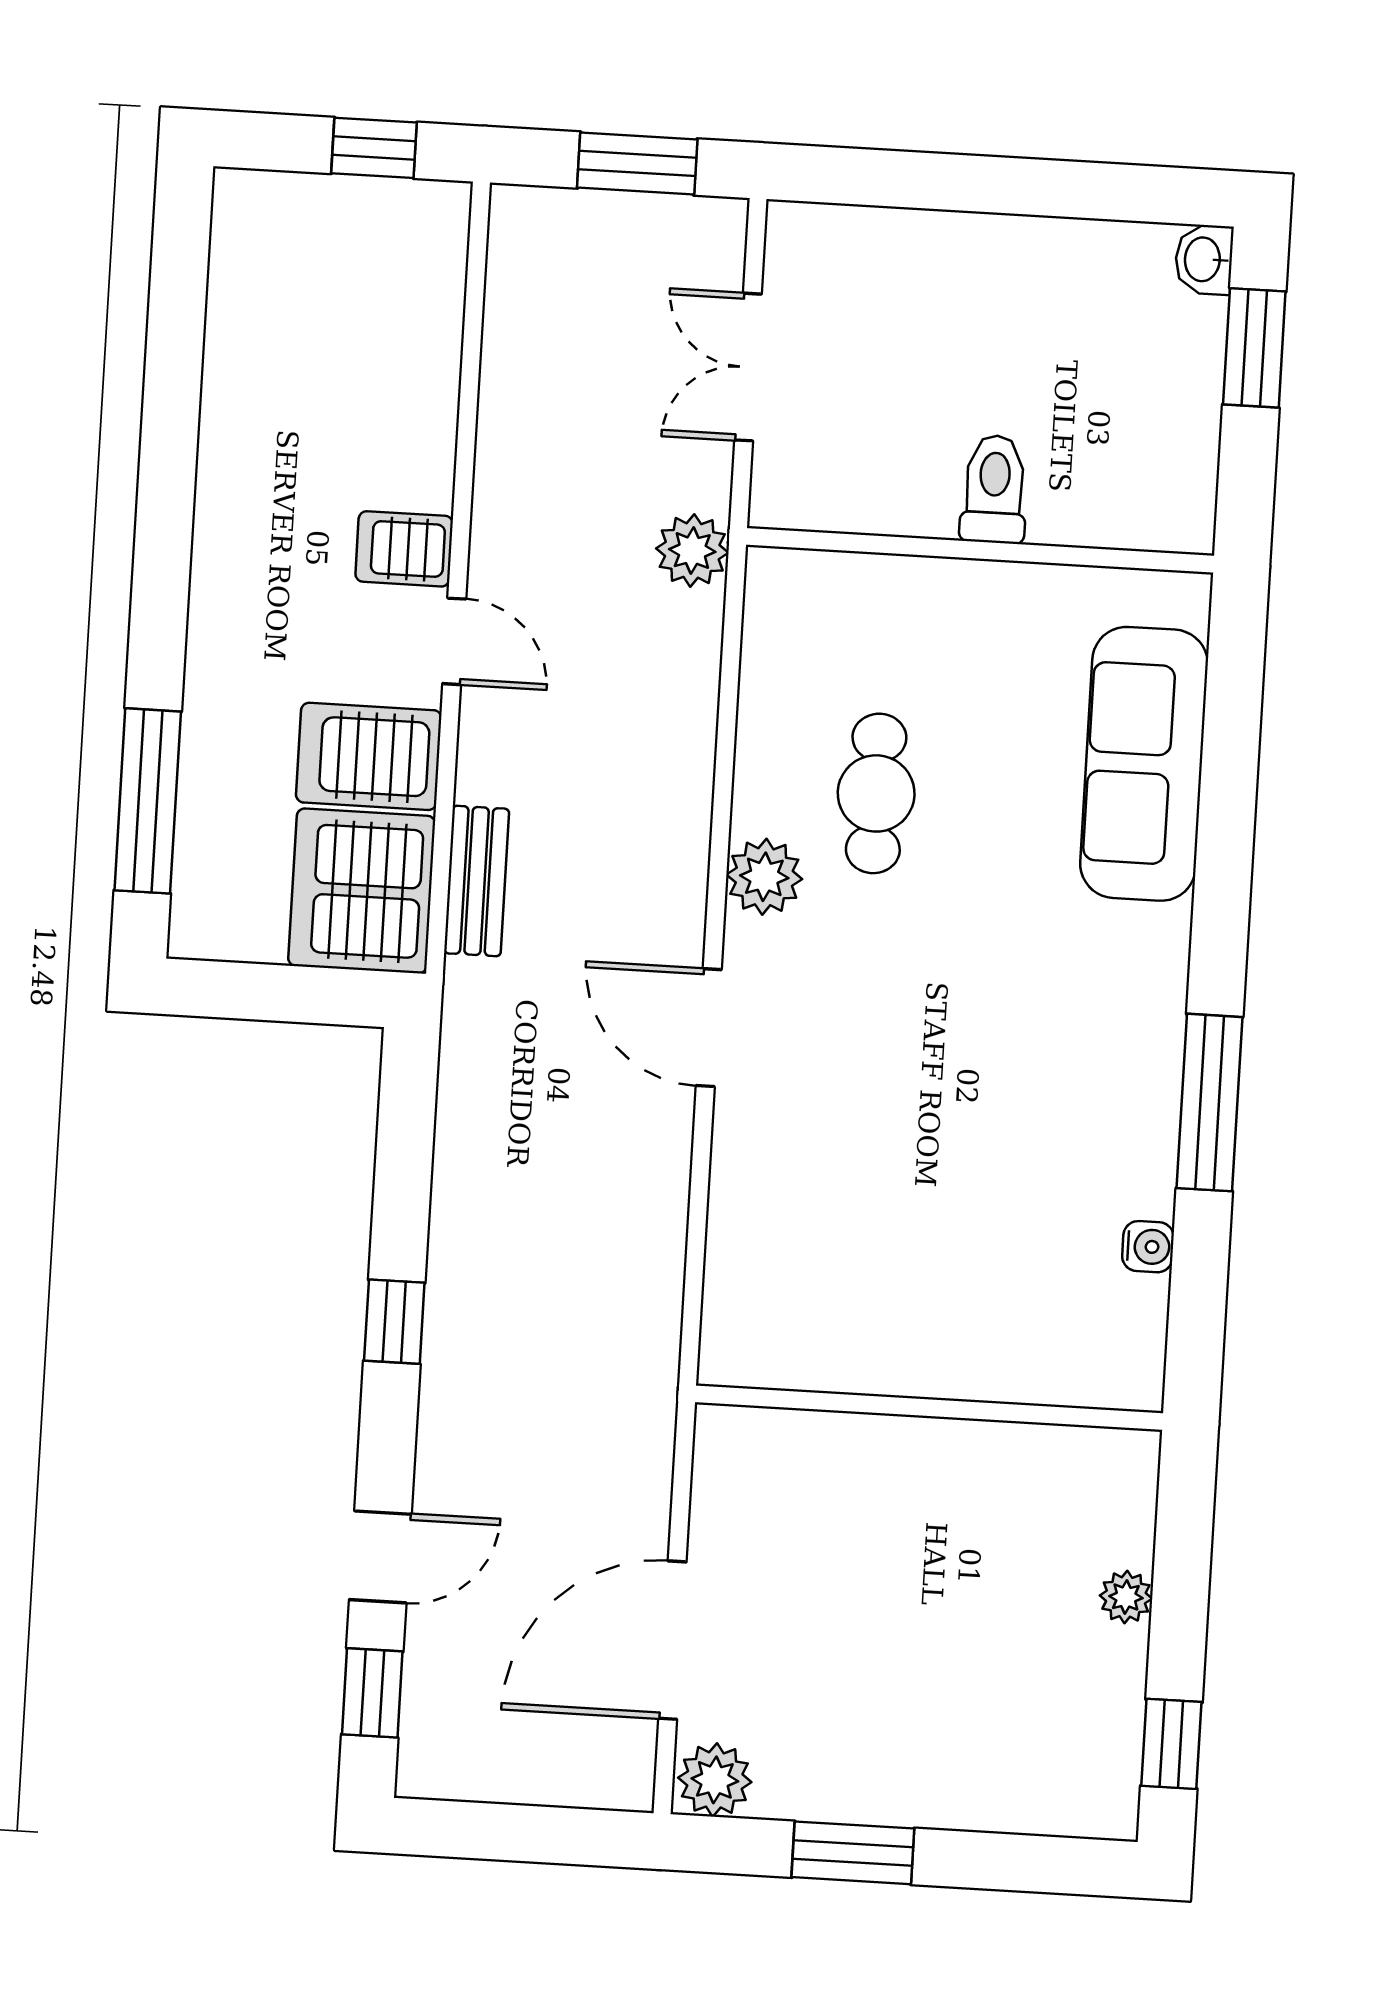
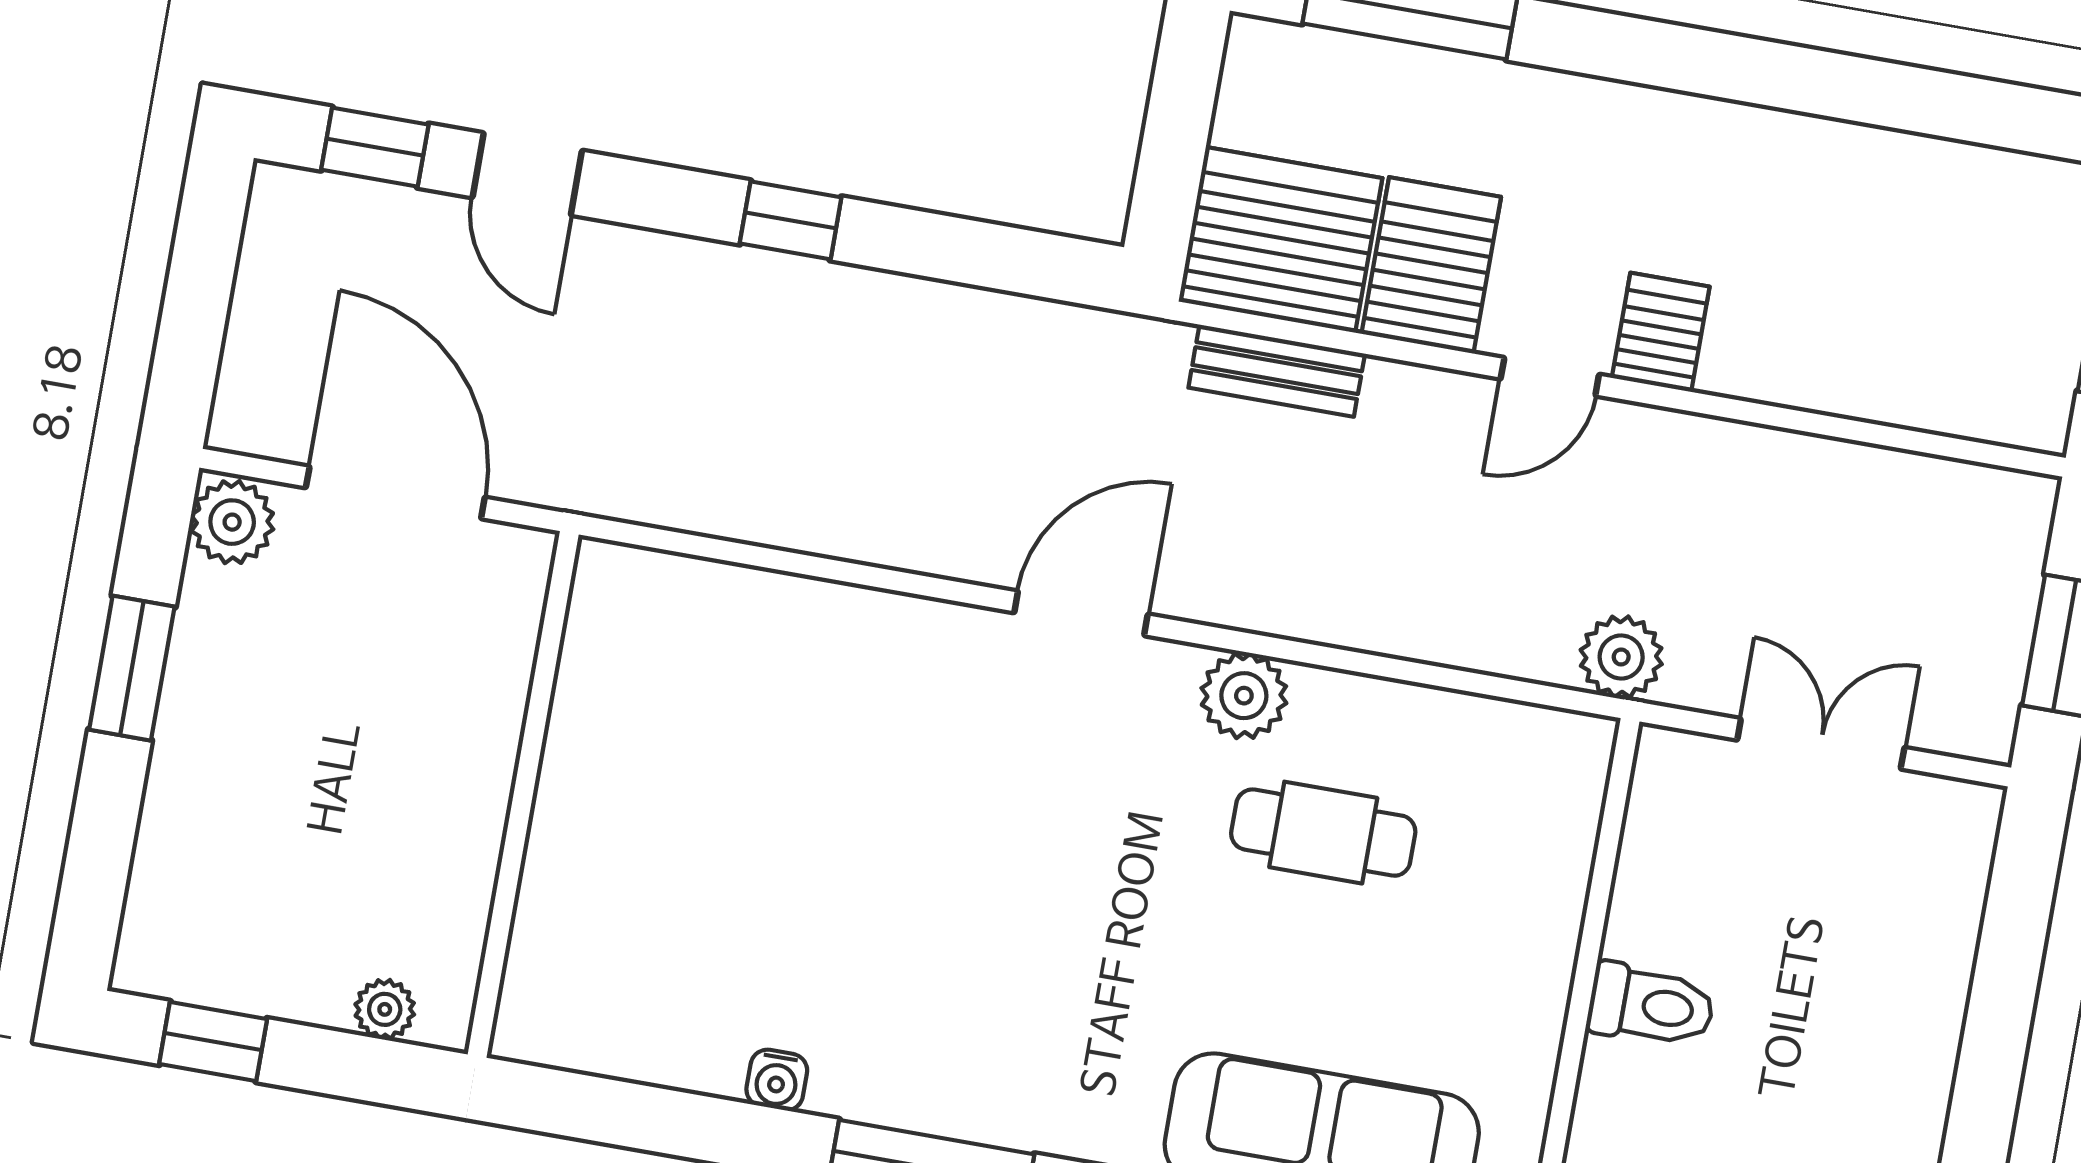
wall: (929, 1408) -> (523, 794), moved

